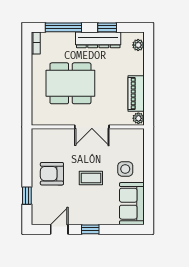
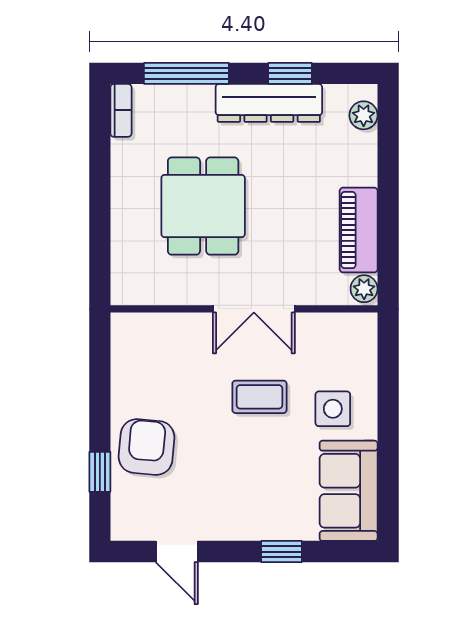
dining table: (70, 83) -> (203, 206), width x0.73
armchair: (52, 174) -> (147, 447), moved, turned 95
coffee table: (91, 178) -> (259, 397), moved
door: (59, 229) -> (177, 552), swing flipped
window: (90, 229) -> (282, 552), moved

